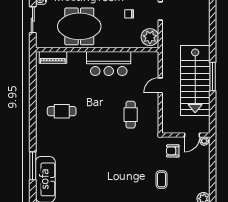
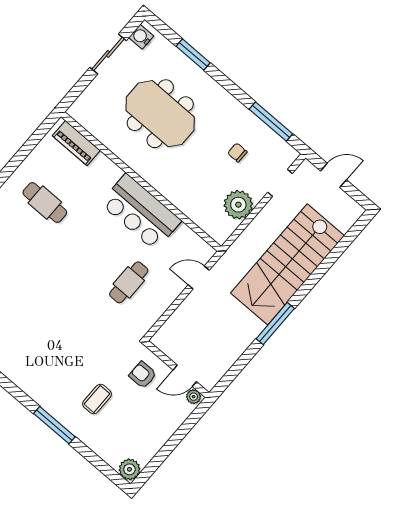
wall: (97, 50) -> (141, 182), moved
piano: (53, 57) -> (76, 143), moved
bar counter: (109, 64) -> (141, 212), moved
stairs: (195, 80) -> (287, 264), moved

